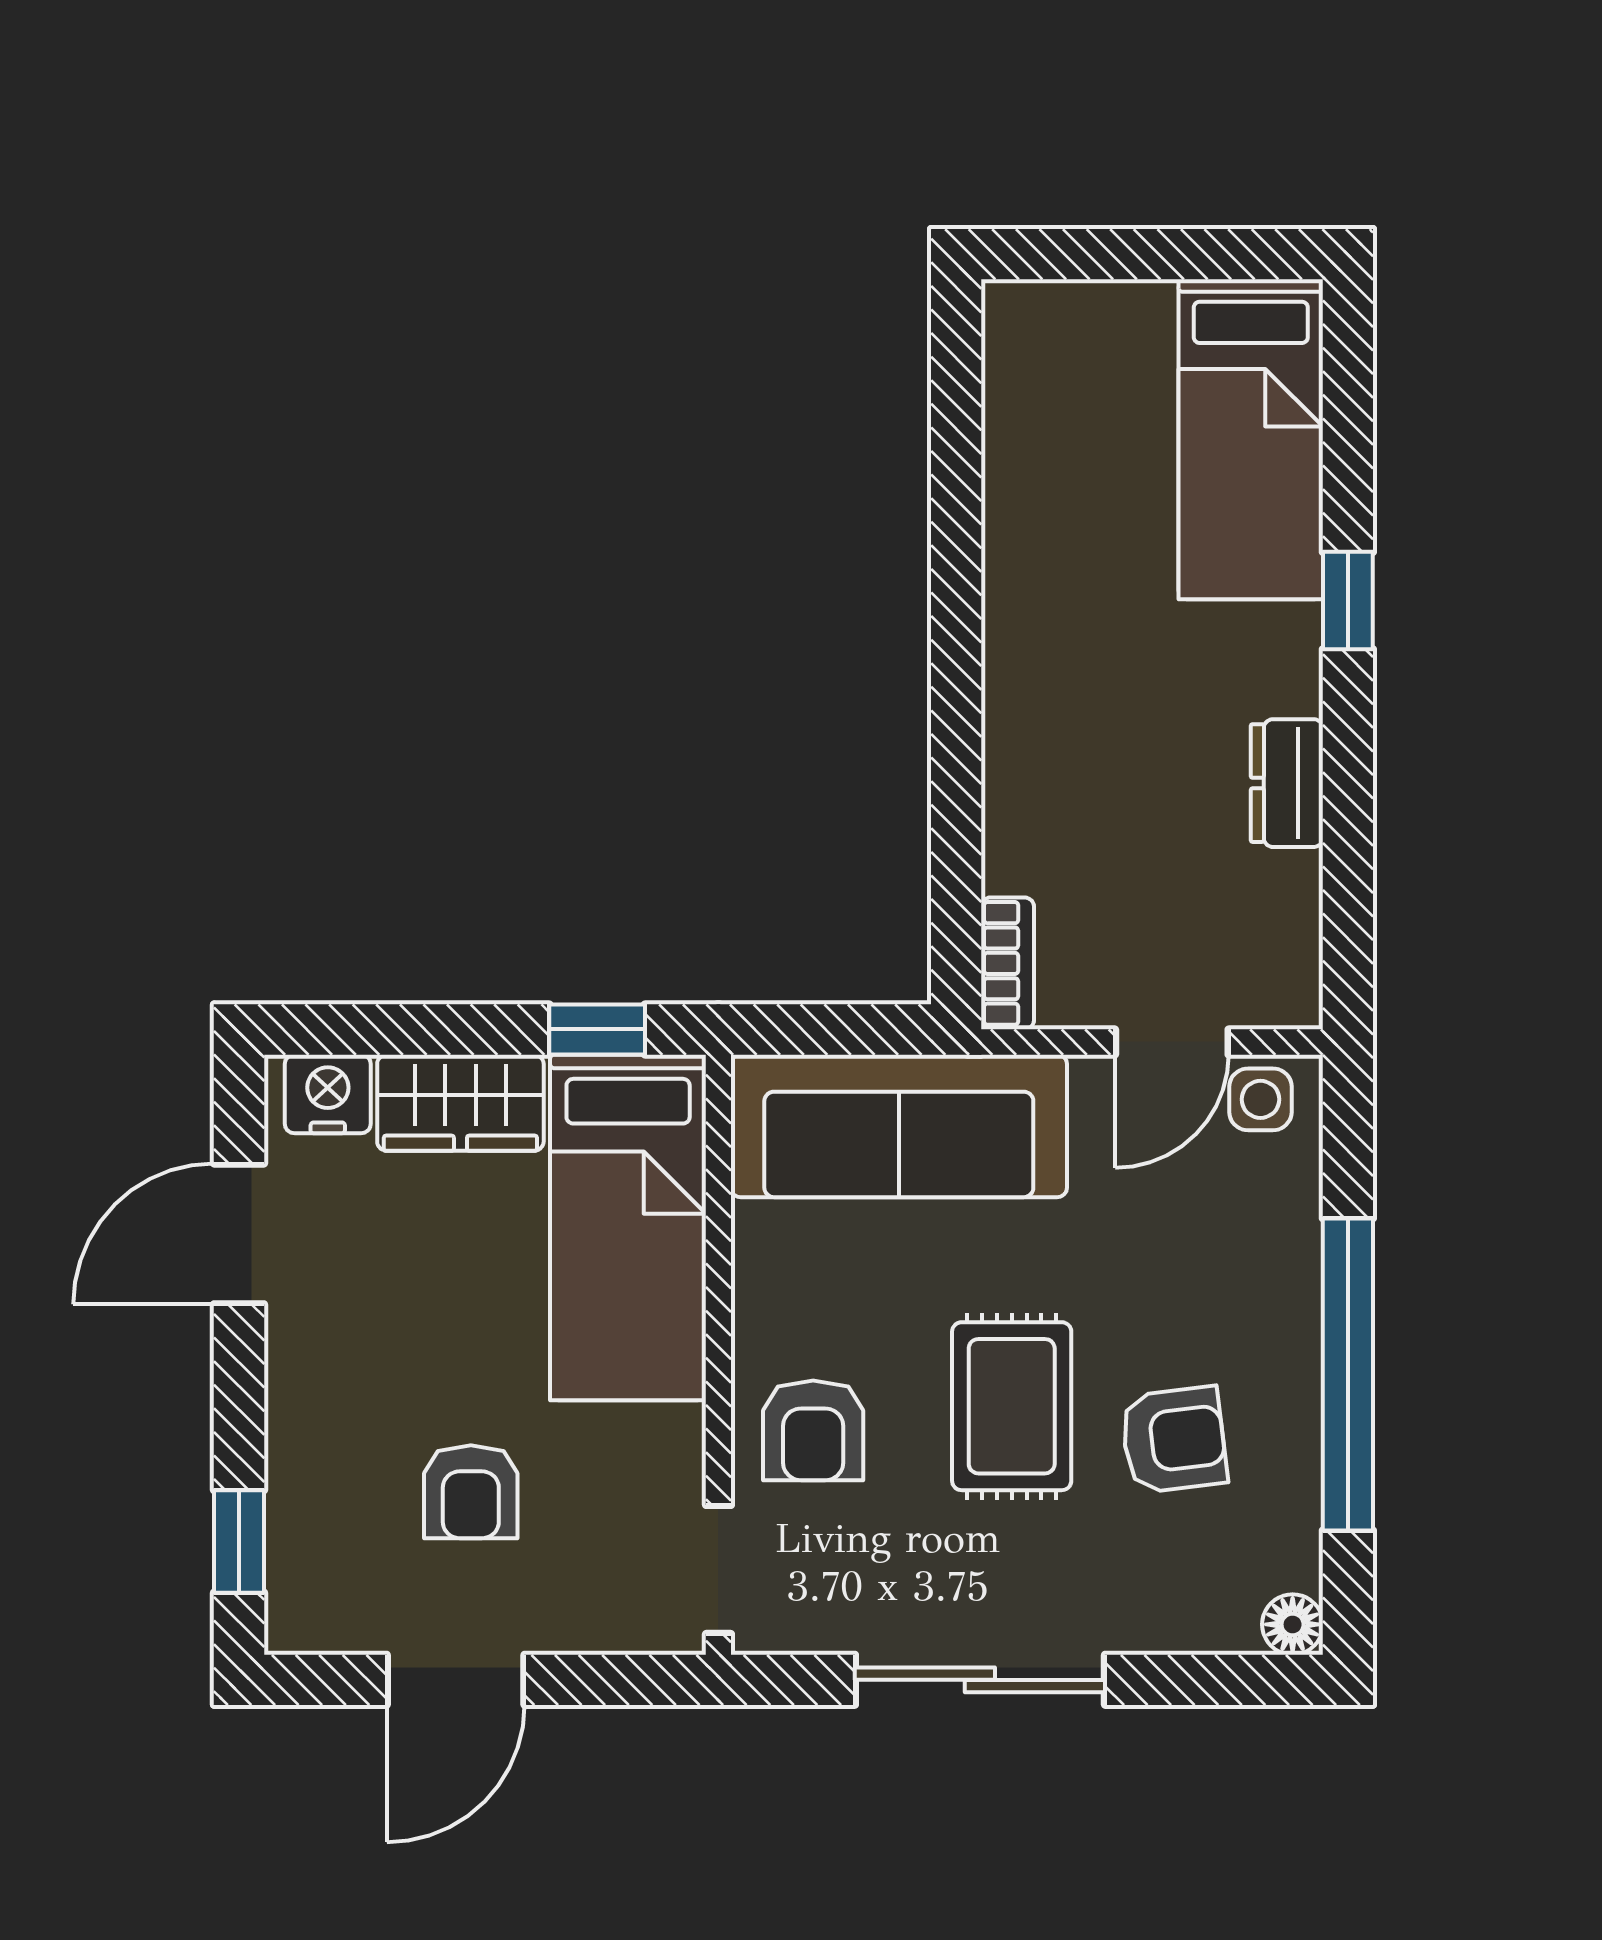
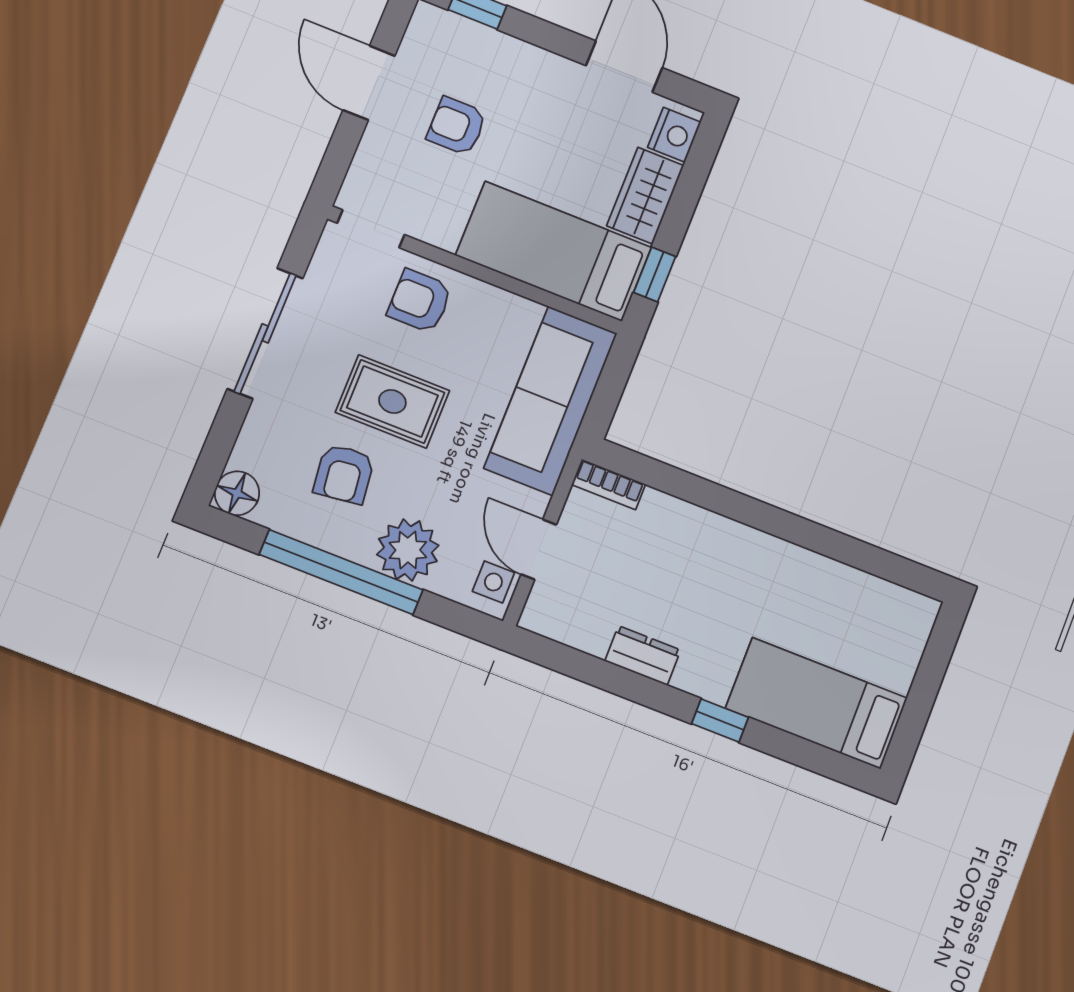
plant: (1263, 1273) -> (408, 550), added
floor lamp: (1293, 1624) -> (237, 493), width x1.37, depth x1.37

